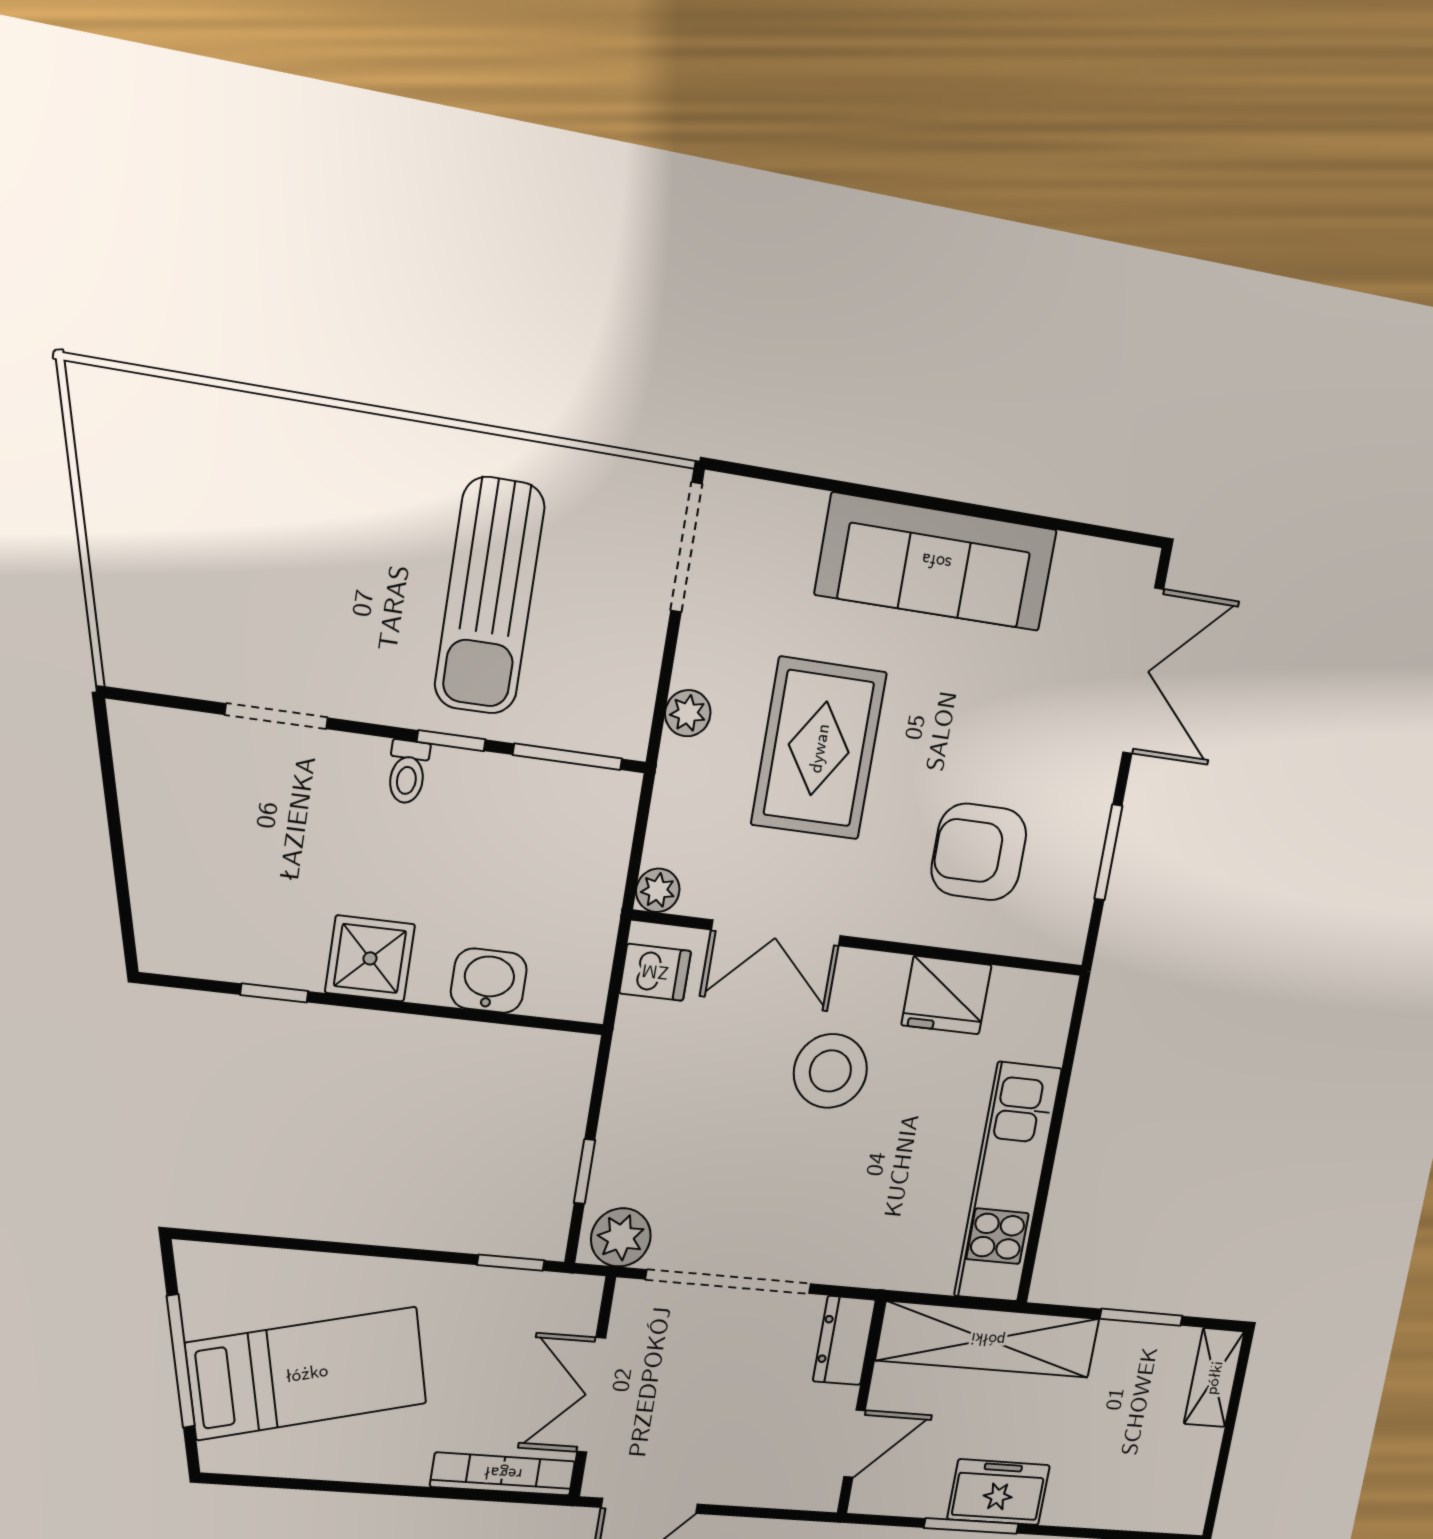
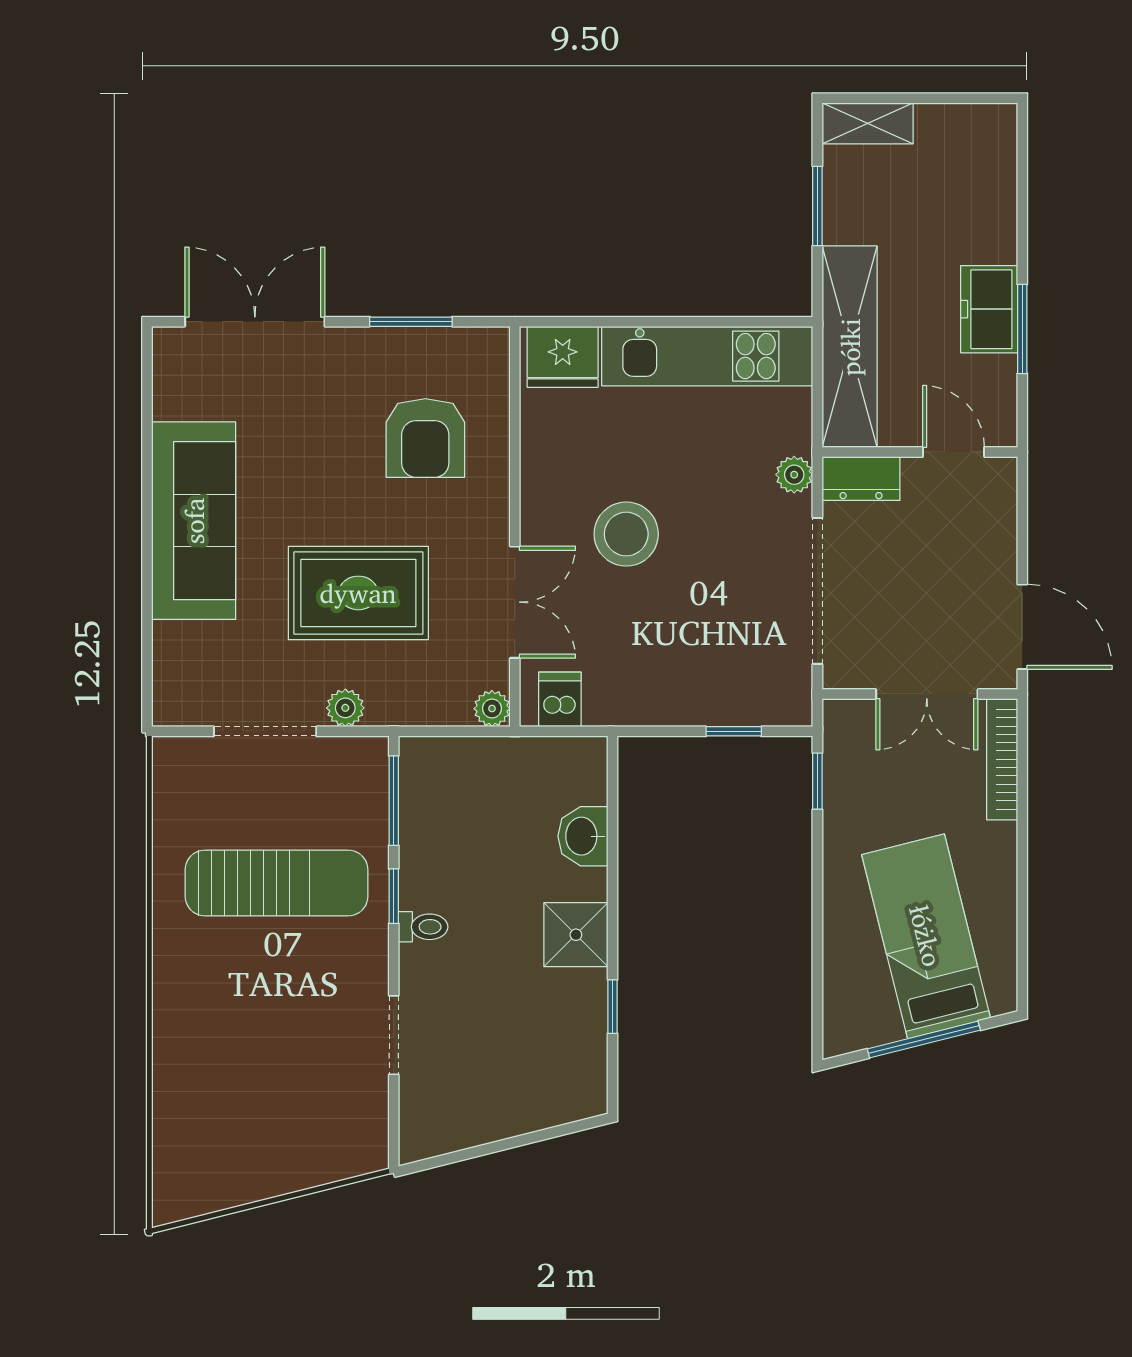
doorway: (686, 547) -> (265, 731), moved
fridge: (946, 995) -> (563, 357), moved, turned 90
plant: (621, 1237) -> (794, 475), moved, width x0.73, depth x0.73

